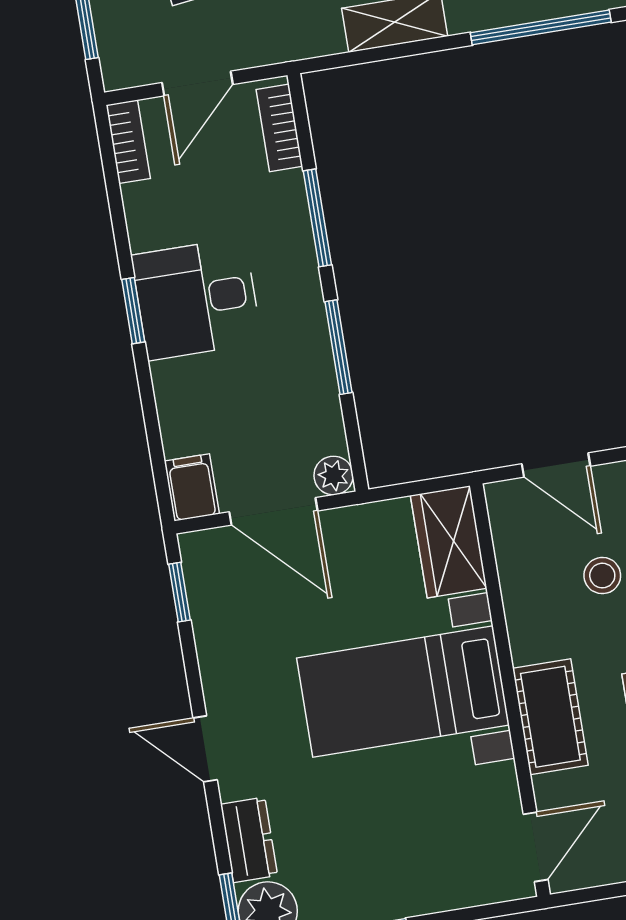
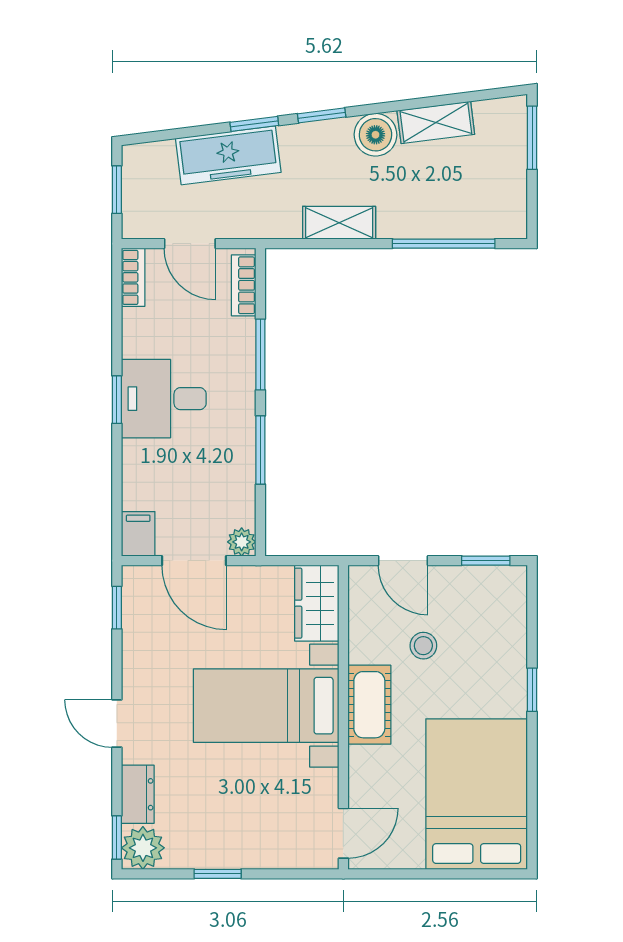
door: (197, 84) -> (190, 244), hinge flipped
cot: (550, 717) -> (369, 705), moved

